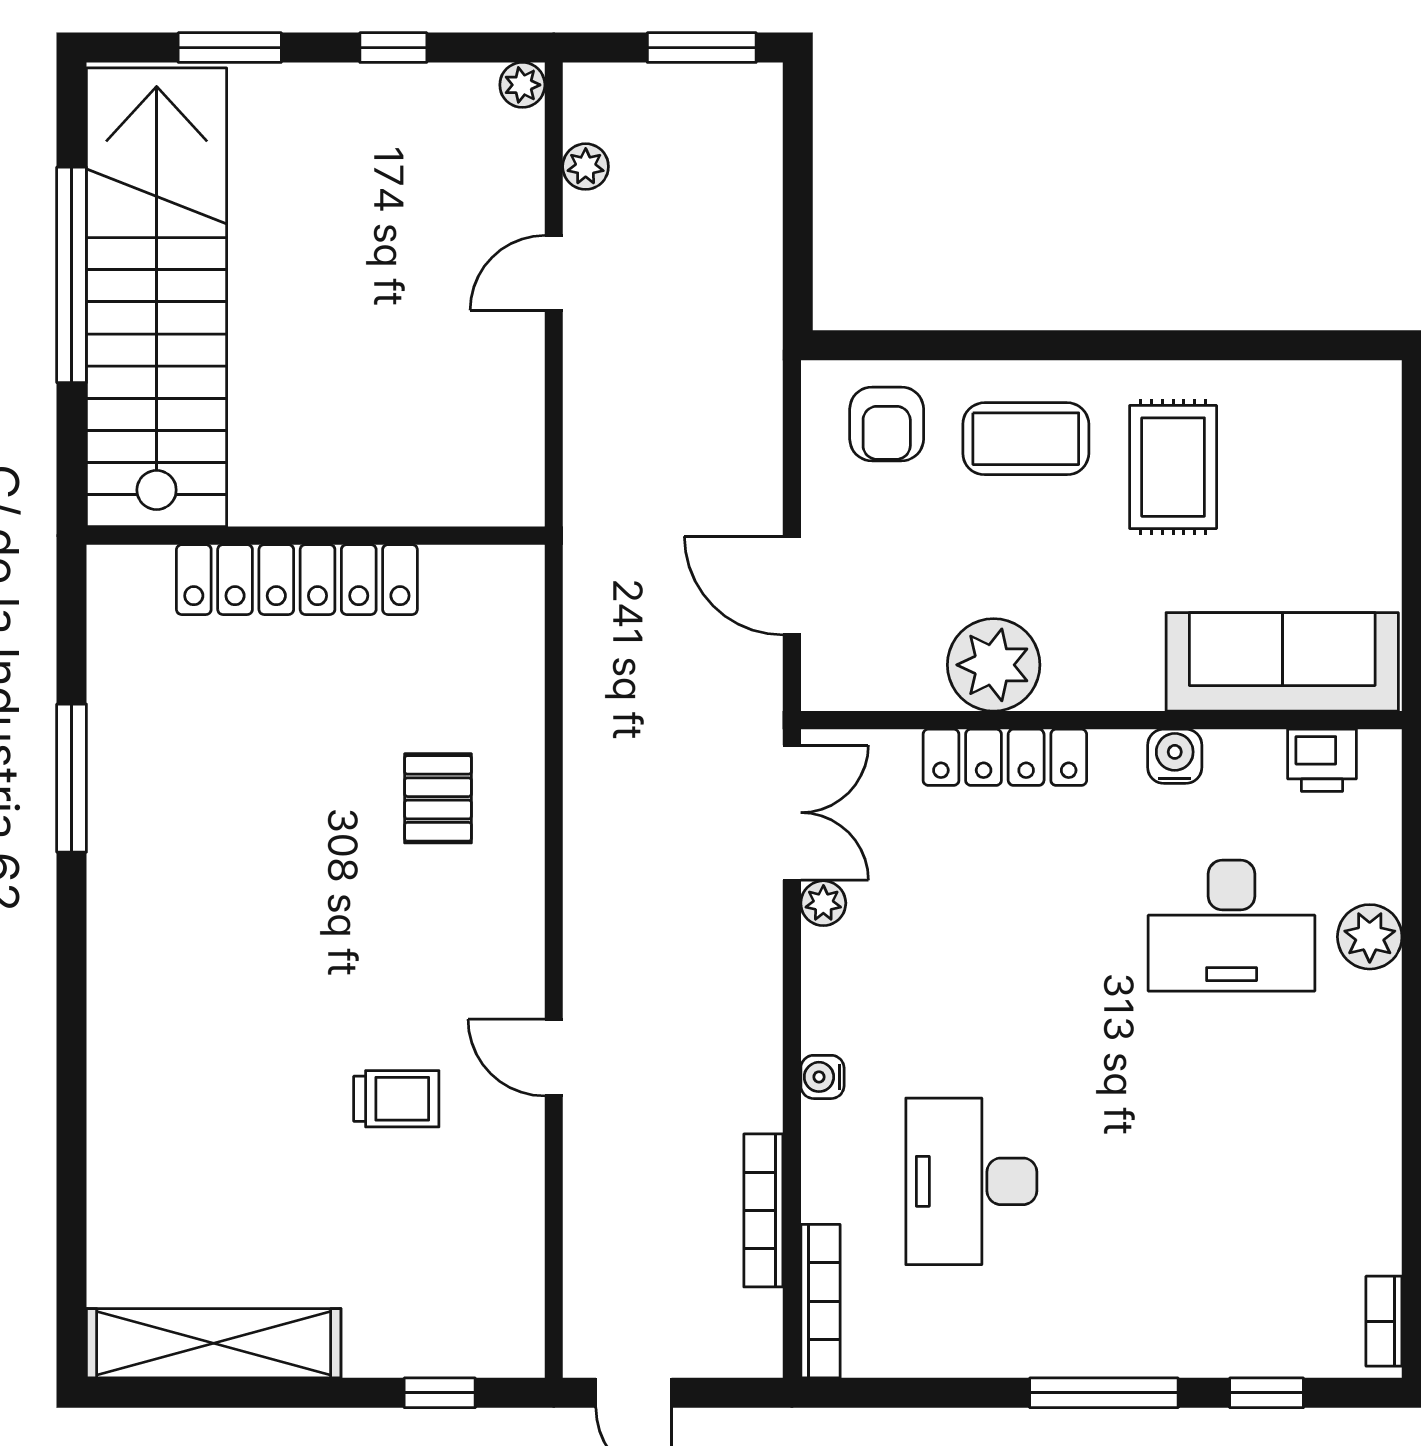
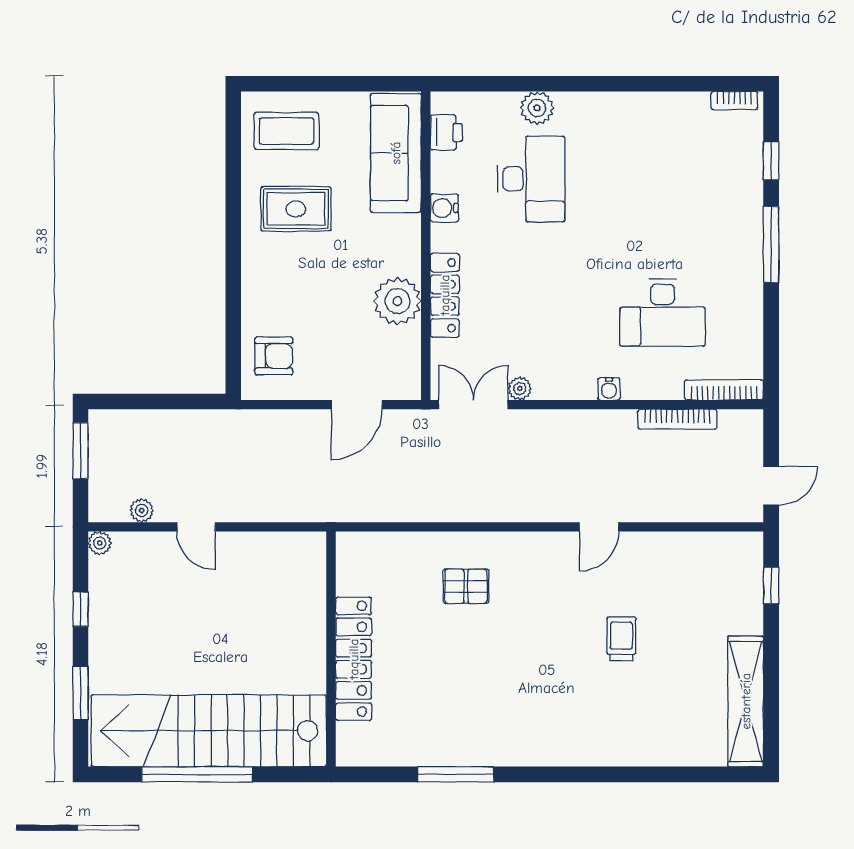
coffee table: (1026, 439) -> (286, 131), moved, turned 90
trolley: (396, 1099) -> (621, 639), moved

